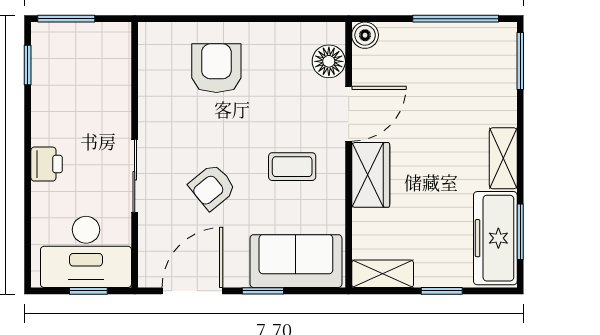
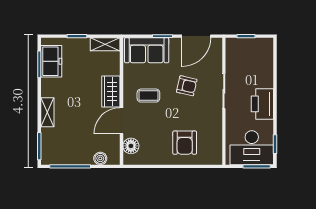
boiler: (365, 35) -> (100, 158), moved
shelving: (503, 158) -> (47, 112), moved
printer: (47, 164) -> (262, 104), width x1.87, depth x1.48
armchair: (212, 187) -> (187, 86), turned 52
freezer: (495, 238) -> (51, 61), width x0.71
desk: (86, 252) -> (252, 148), moved, turned 180

